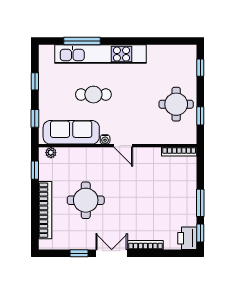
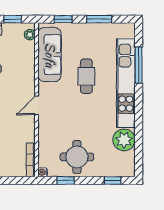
plant: (159, 56) -> (124, 140), added
window: (35, 81) -> (99, 19), width x1.50
water cooler: (105, 139) -> (43, 172), moved

